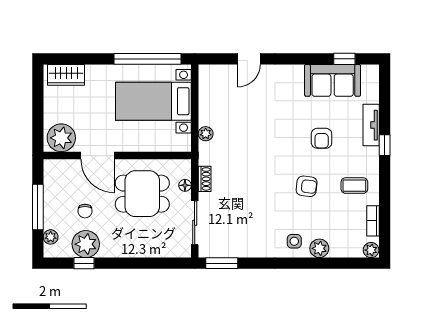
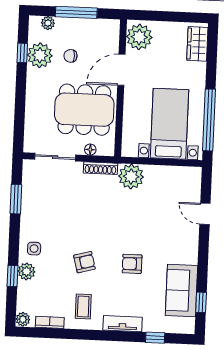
tv unit: (371, 125) -> (123, 324), moved
plant: (206, 134) -> (131, 176), width x1.88, depth x1.88
armchair: (322, 138) -> (132, 264), moved
window: (385, 145) -> (155, 338), moved
shoe rack: (205, 179) -> (100, 168), width x1.43
armchair: (307, 186) -> (84, 262), turned -112
dining table: (142, 194) -> (84, 110), width x1.38
window: (222, 263) -> (16, 199), moved
window: (325, 263) -> (12, 276), added

